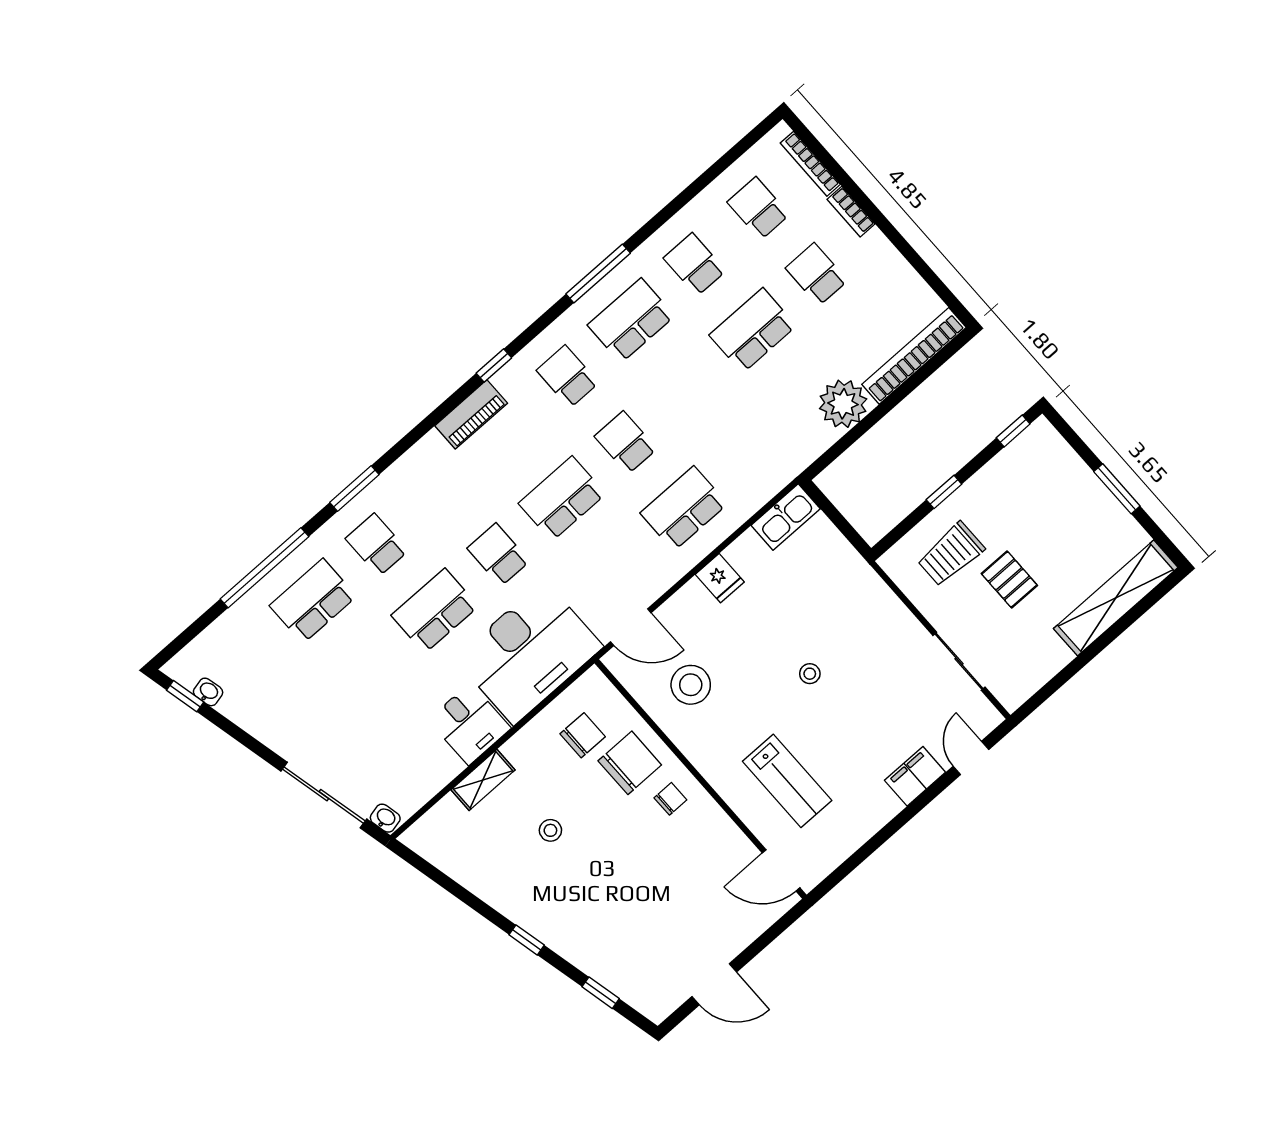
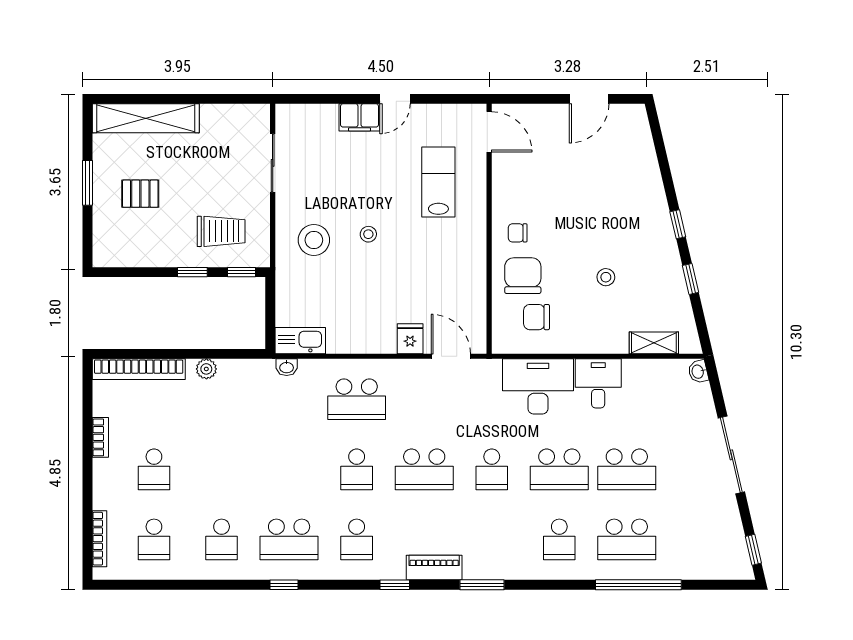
bookcase: (851, 212) -> (100, 437), moved
window: (598, 274) -> (284, 585), width x0.46
school desk: (753, 330) -> (627, 469), moved
plant: (843, 404) -> (206, 369), width x0.53, depth x0.53
window: (1013, 431) -> (242, 272), moved
window: (354, 488) -> (482, 585), moved
fridge: (720, 578) -> (410, 339), moved
pallet: (1009, 579) -> (140, 194), moved, turned 90
desk: (529, 653) -> (538, 386), width x0.73, depth x0.77
stool: (691, 685) -> (314, 240), moved
washbasin: (208, 692) -> (287, 367), moved, turned -77
door: (971, 758) -> (395, 99), moved
chair: (630, 763) -> (523, 276), turned 90
shelving: (483, 780) -> (654, 343), moved
sliding door: (324, 795) -> (731, 455), moved
door: (714, 984) -> (589, 99), swing flipped
window: (601, 993) -> (690, 279), moved

